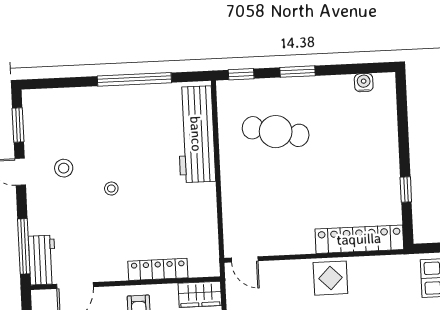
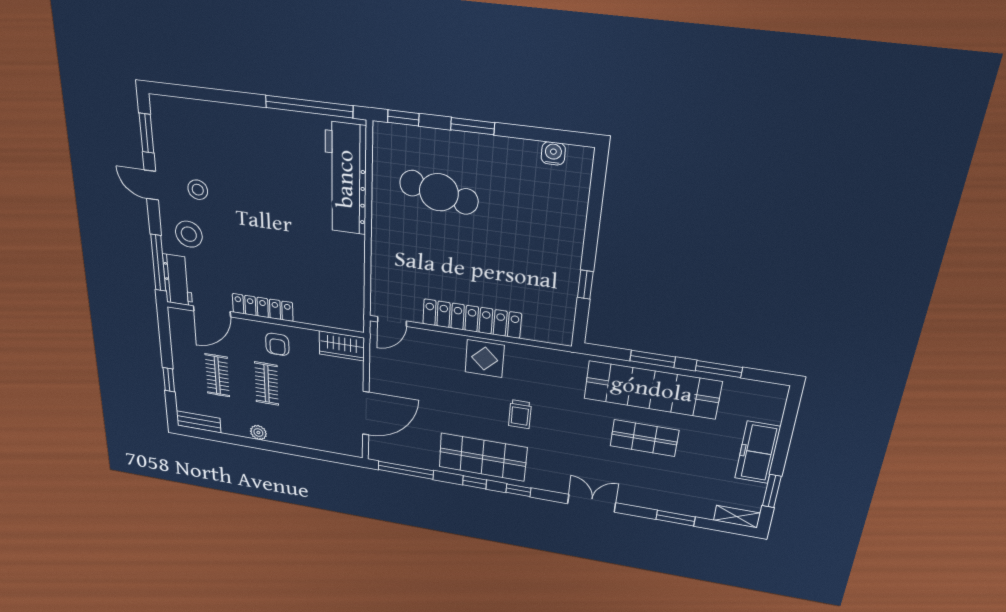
window: (134, 79) -> (309, 107), moved
stool: (111, 189) -> (189, 234), moved, width x1.89, depth x1.89
locker: (359, 239) -> (472, 319), moved
door: (245, 259) -> (392, 322), hinge flipped
locker: (158, 269) -> (263, 307), moved

